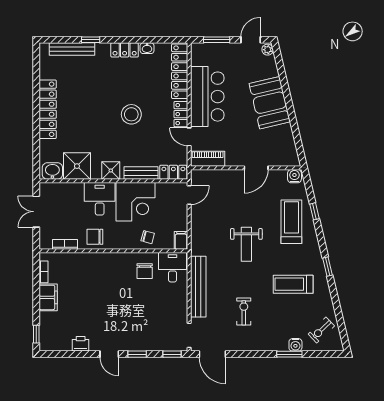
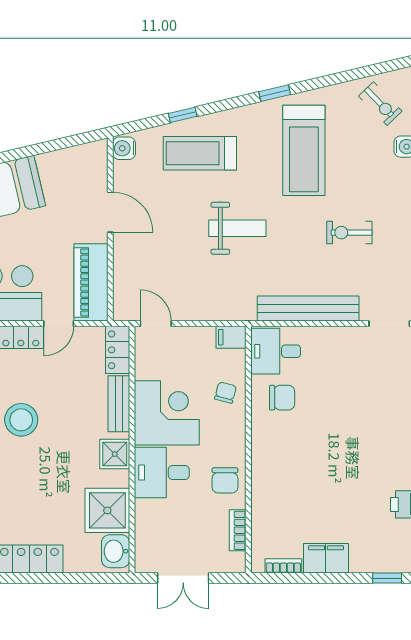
piano: (208, 159) -> (91, 282), width x1.37, depth x1.33
treadmill: (293, 284) -> (304, 150), width x1.37, depth x1.38

